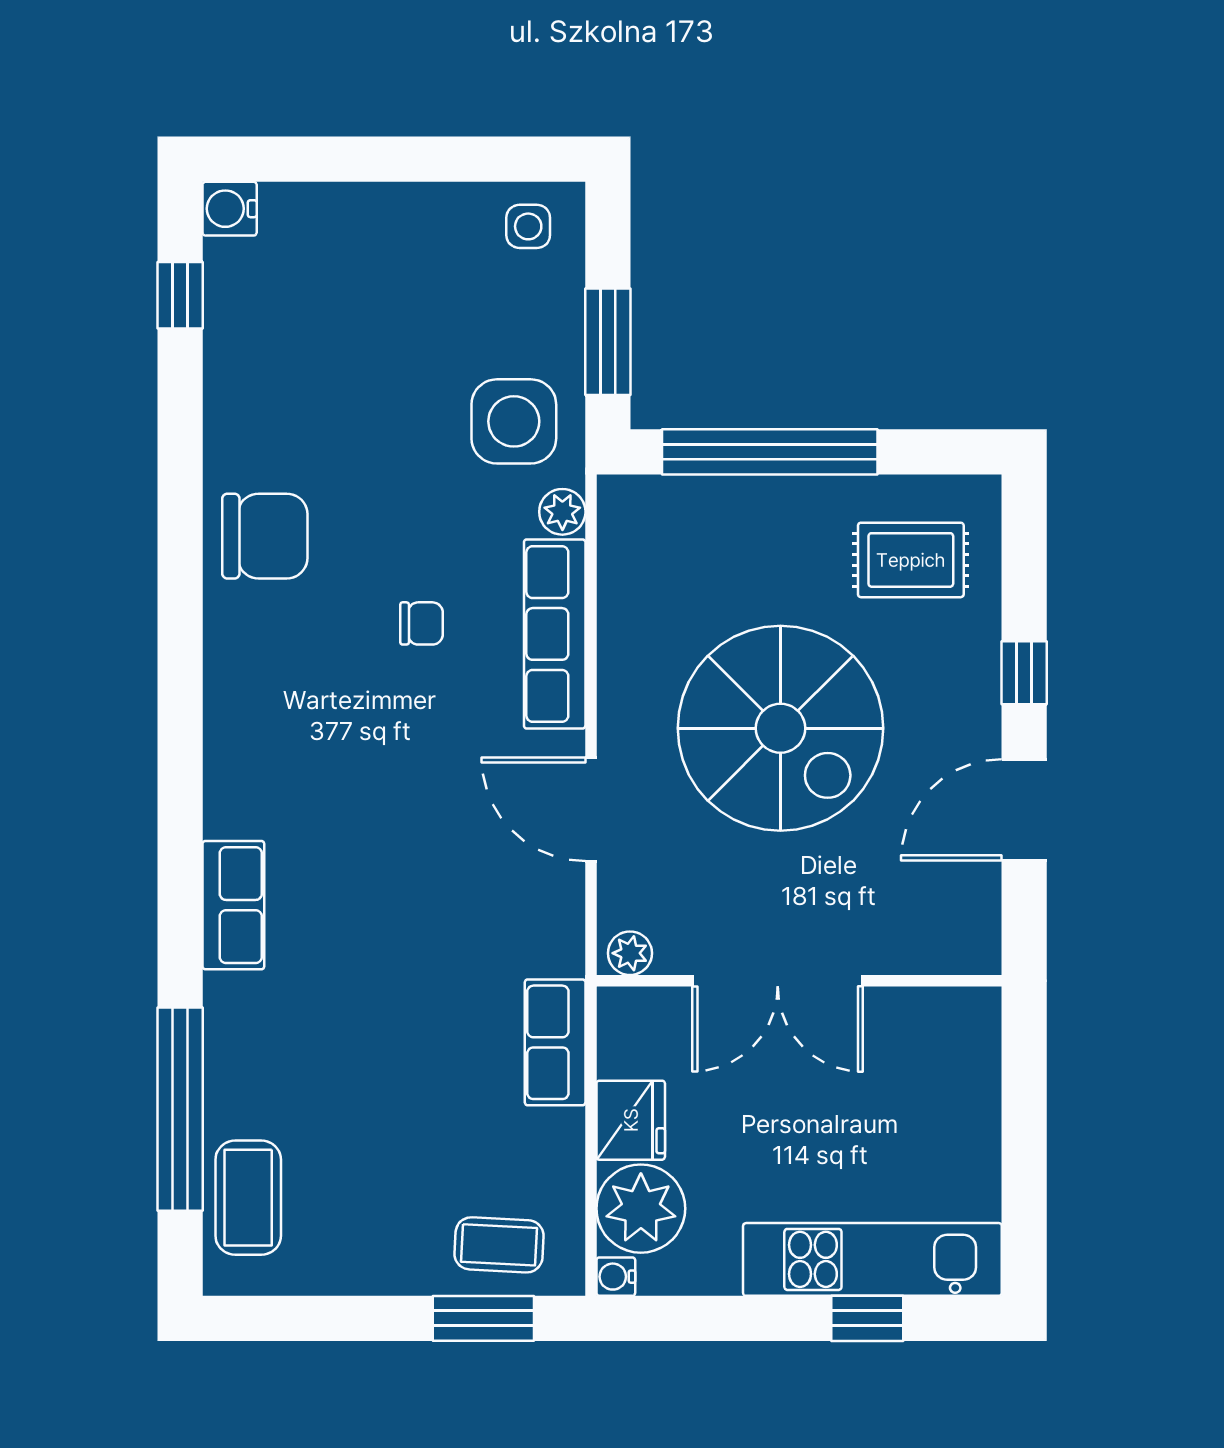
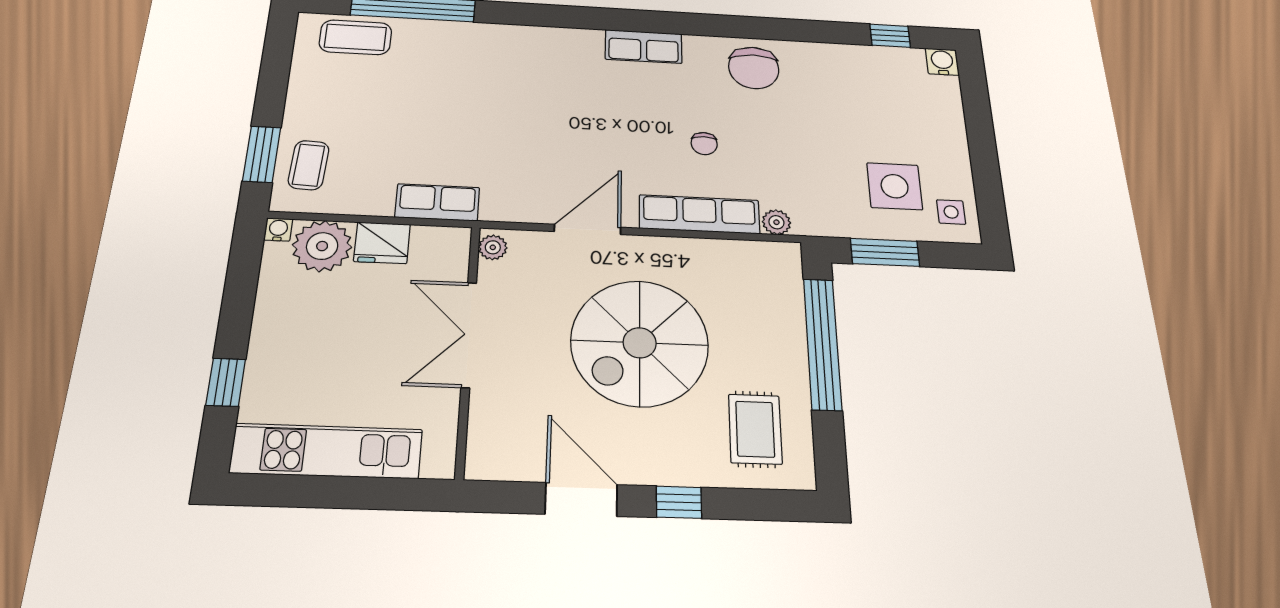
side table: (514, 421) -> (895, 186), moved
row of seats: (233, 905) -> (644, 46), moved
kitchen unit: (872, 1259) -> (327, 451), moved, turned -90

